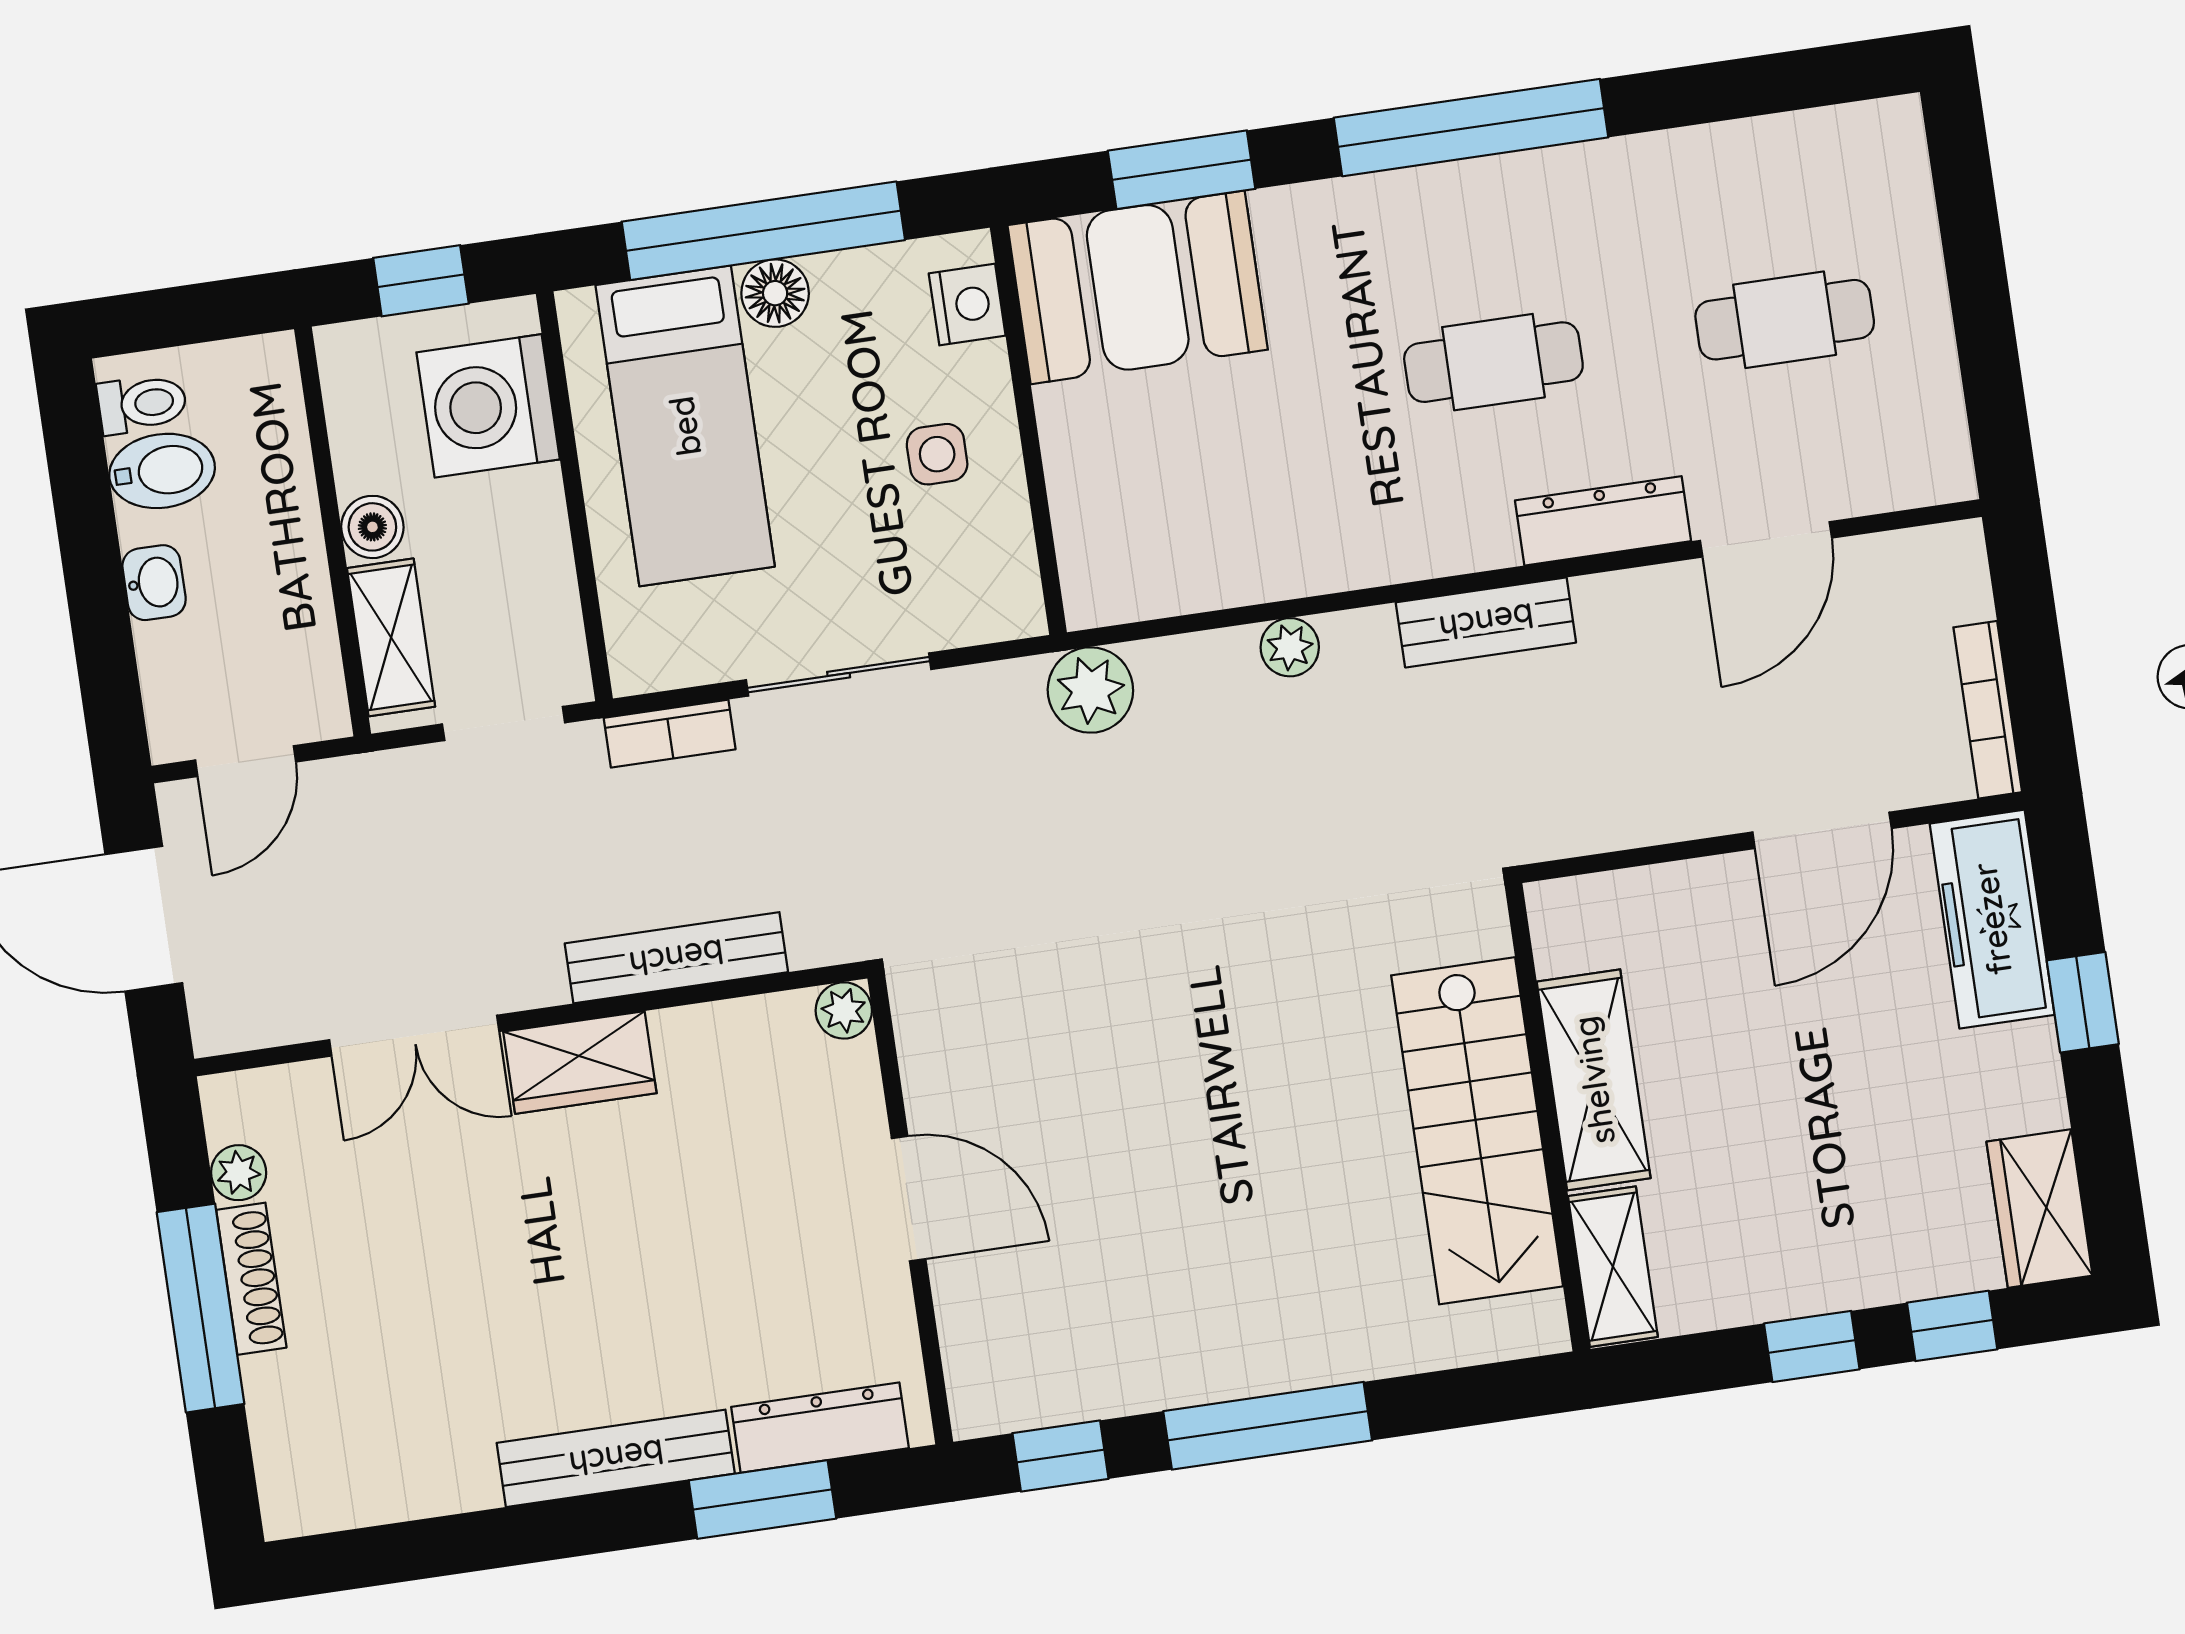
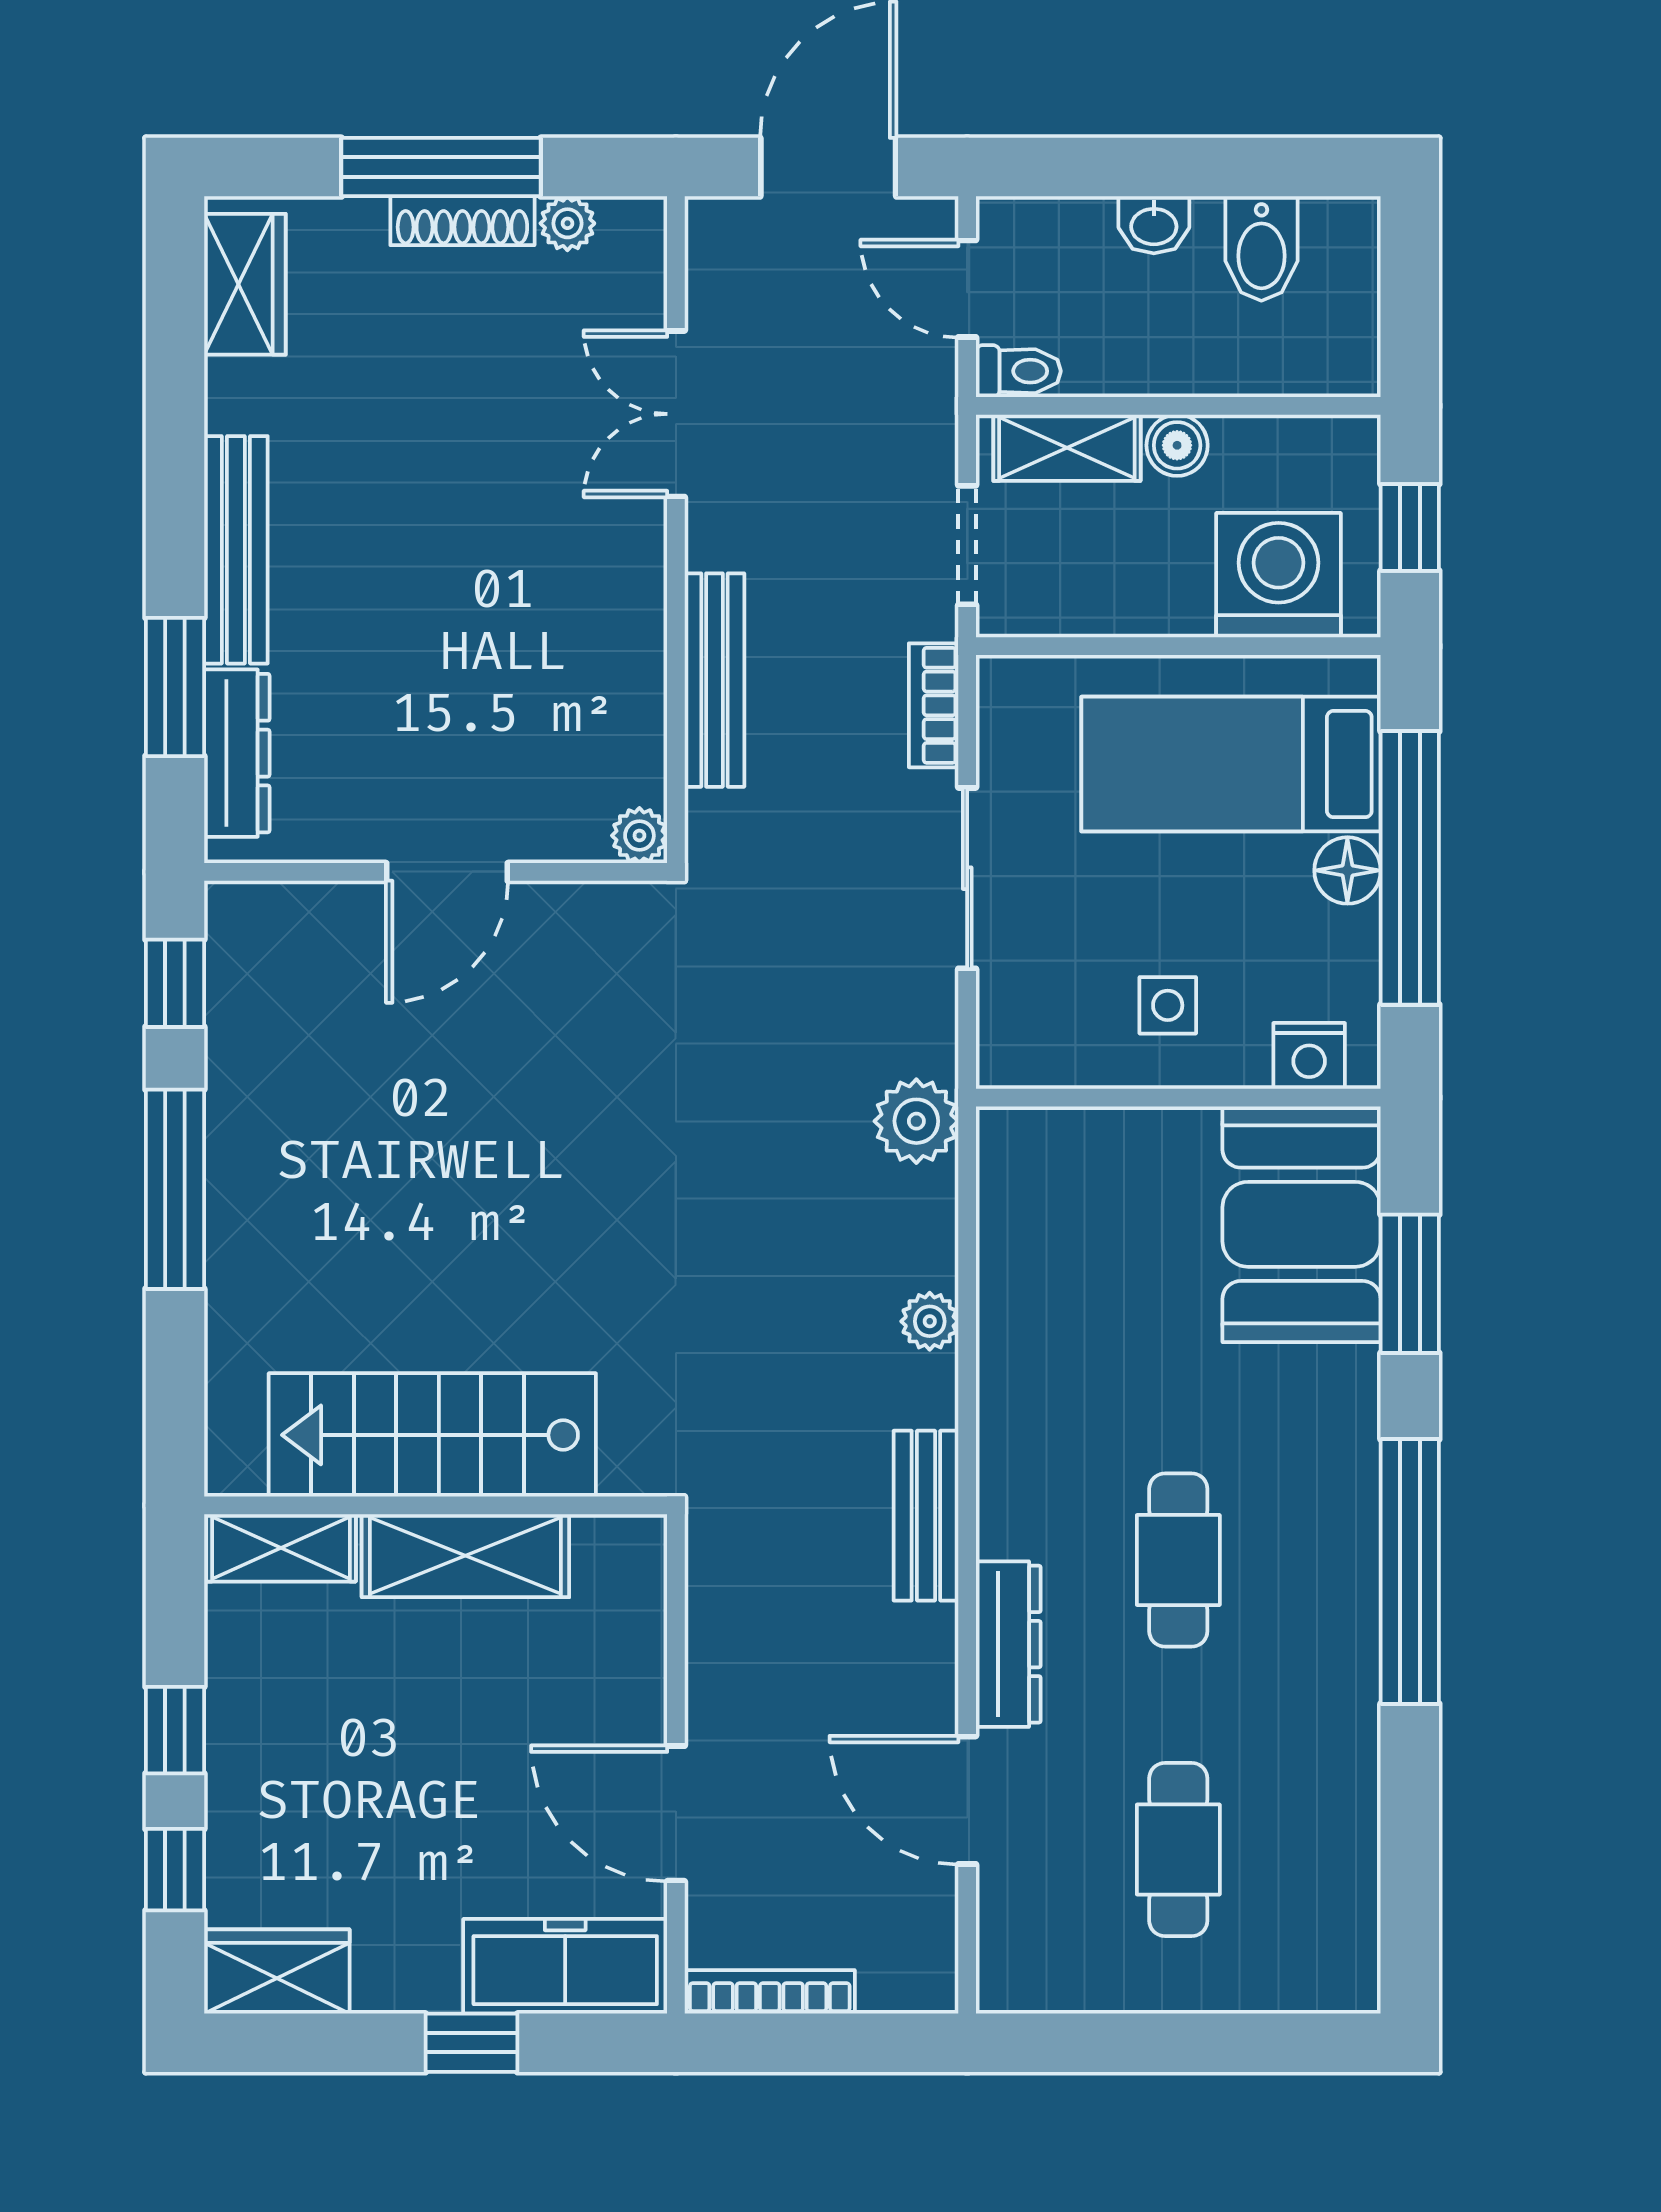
toilet: (142, 404) -> (1018, 371), moved, turned -90
wardrobe: (580, 1062) -> (245, 284), moved, turned 180

